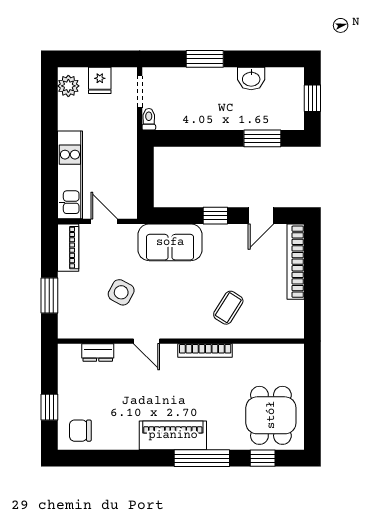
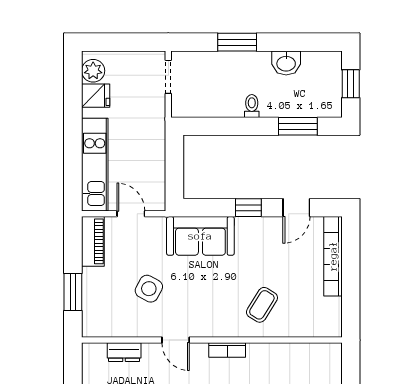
fridge: (100, 80) -> (96, 96), moved, turned -90
toilet: (149, 119) -> (252, 106), moved
bookcase: (205, 350) -> (227, 350), width x0.64

